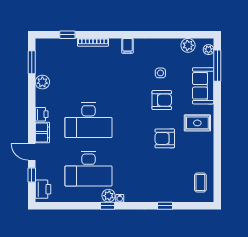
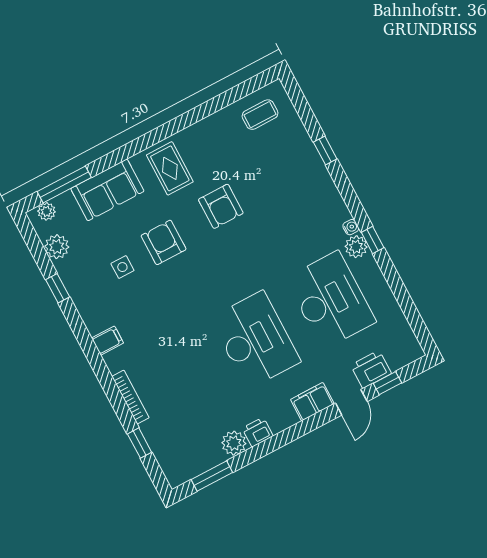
window: (167, 35) -> (58, 288), added
printer: (42, 114) -> (258, 432), moved
printer: (43, 189) -> (371, 369), moved

